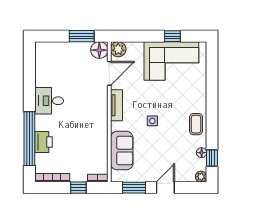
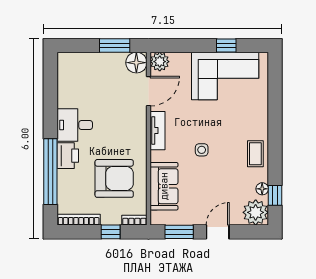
printer: (43, 142) -> (68, 156), moved
armchair: (81, 144) -> (114, 178), added
plant: (201, 177) -> (256, 212), width x1.88, depth x1.88

